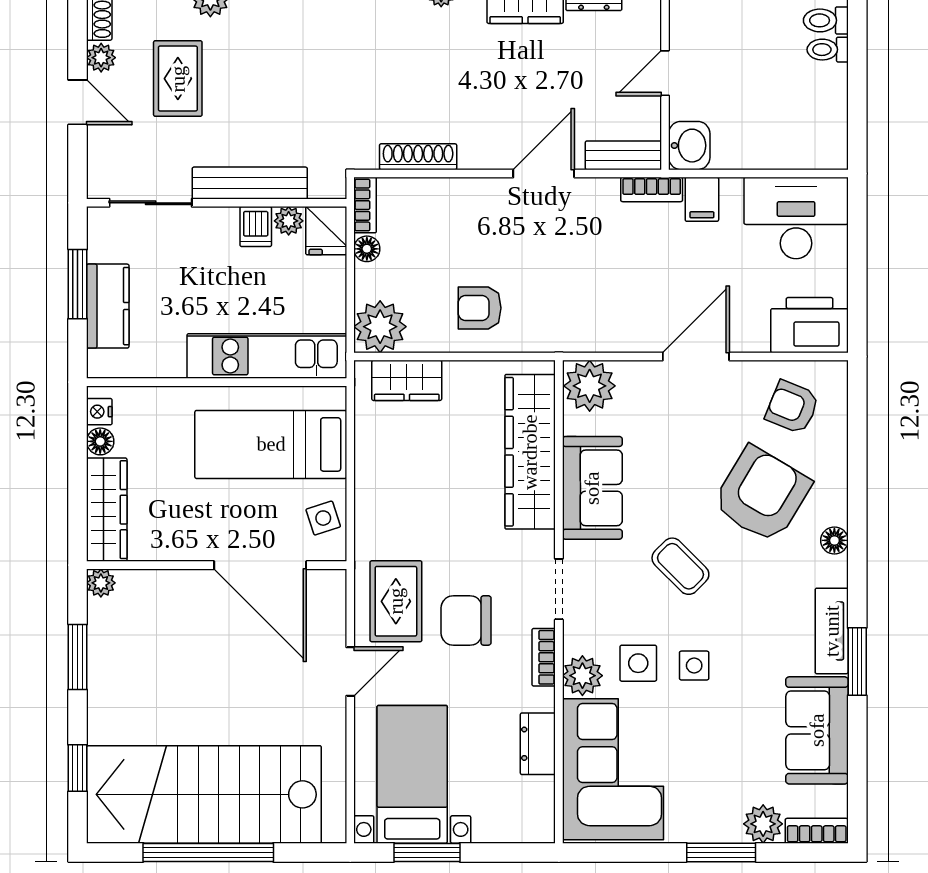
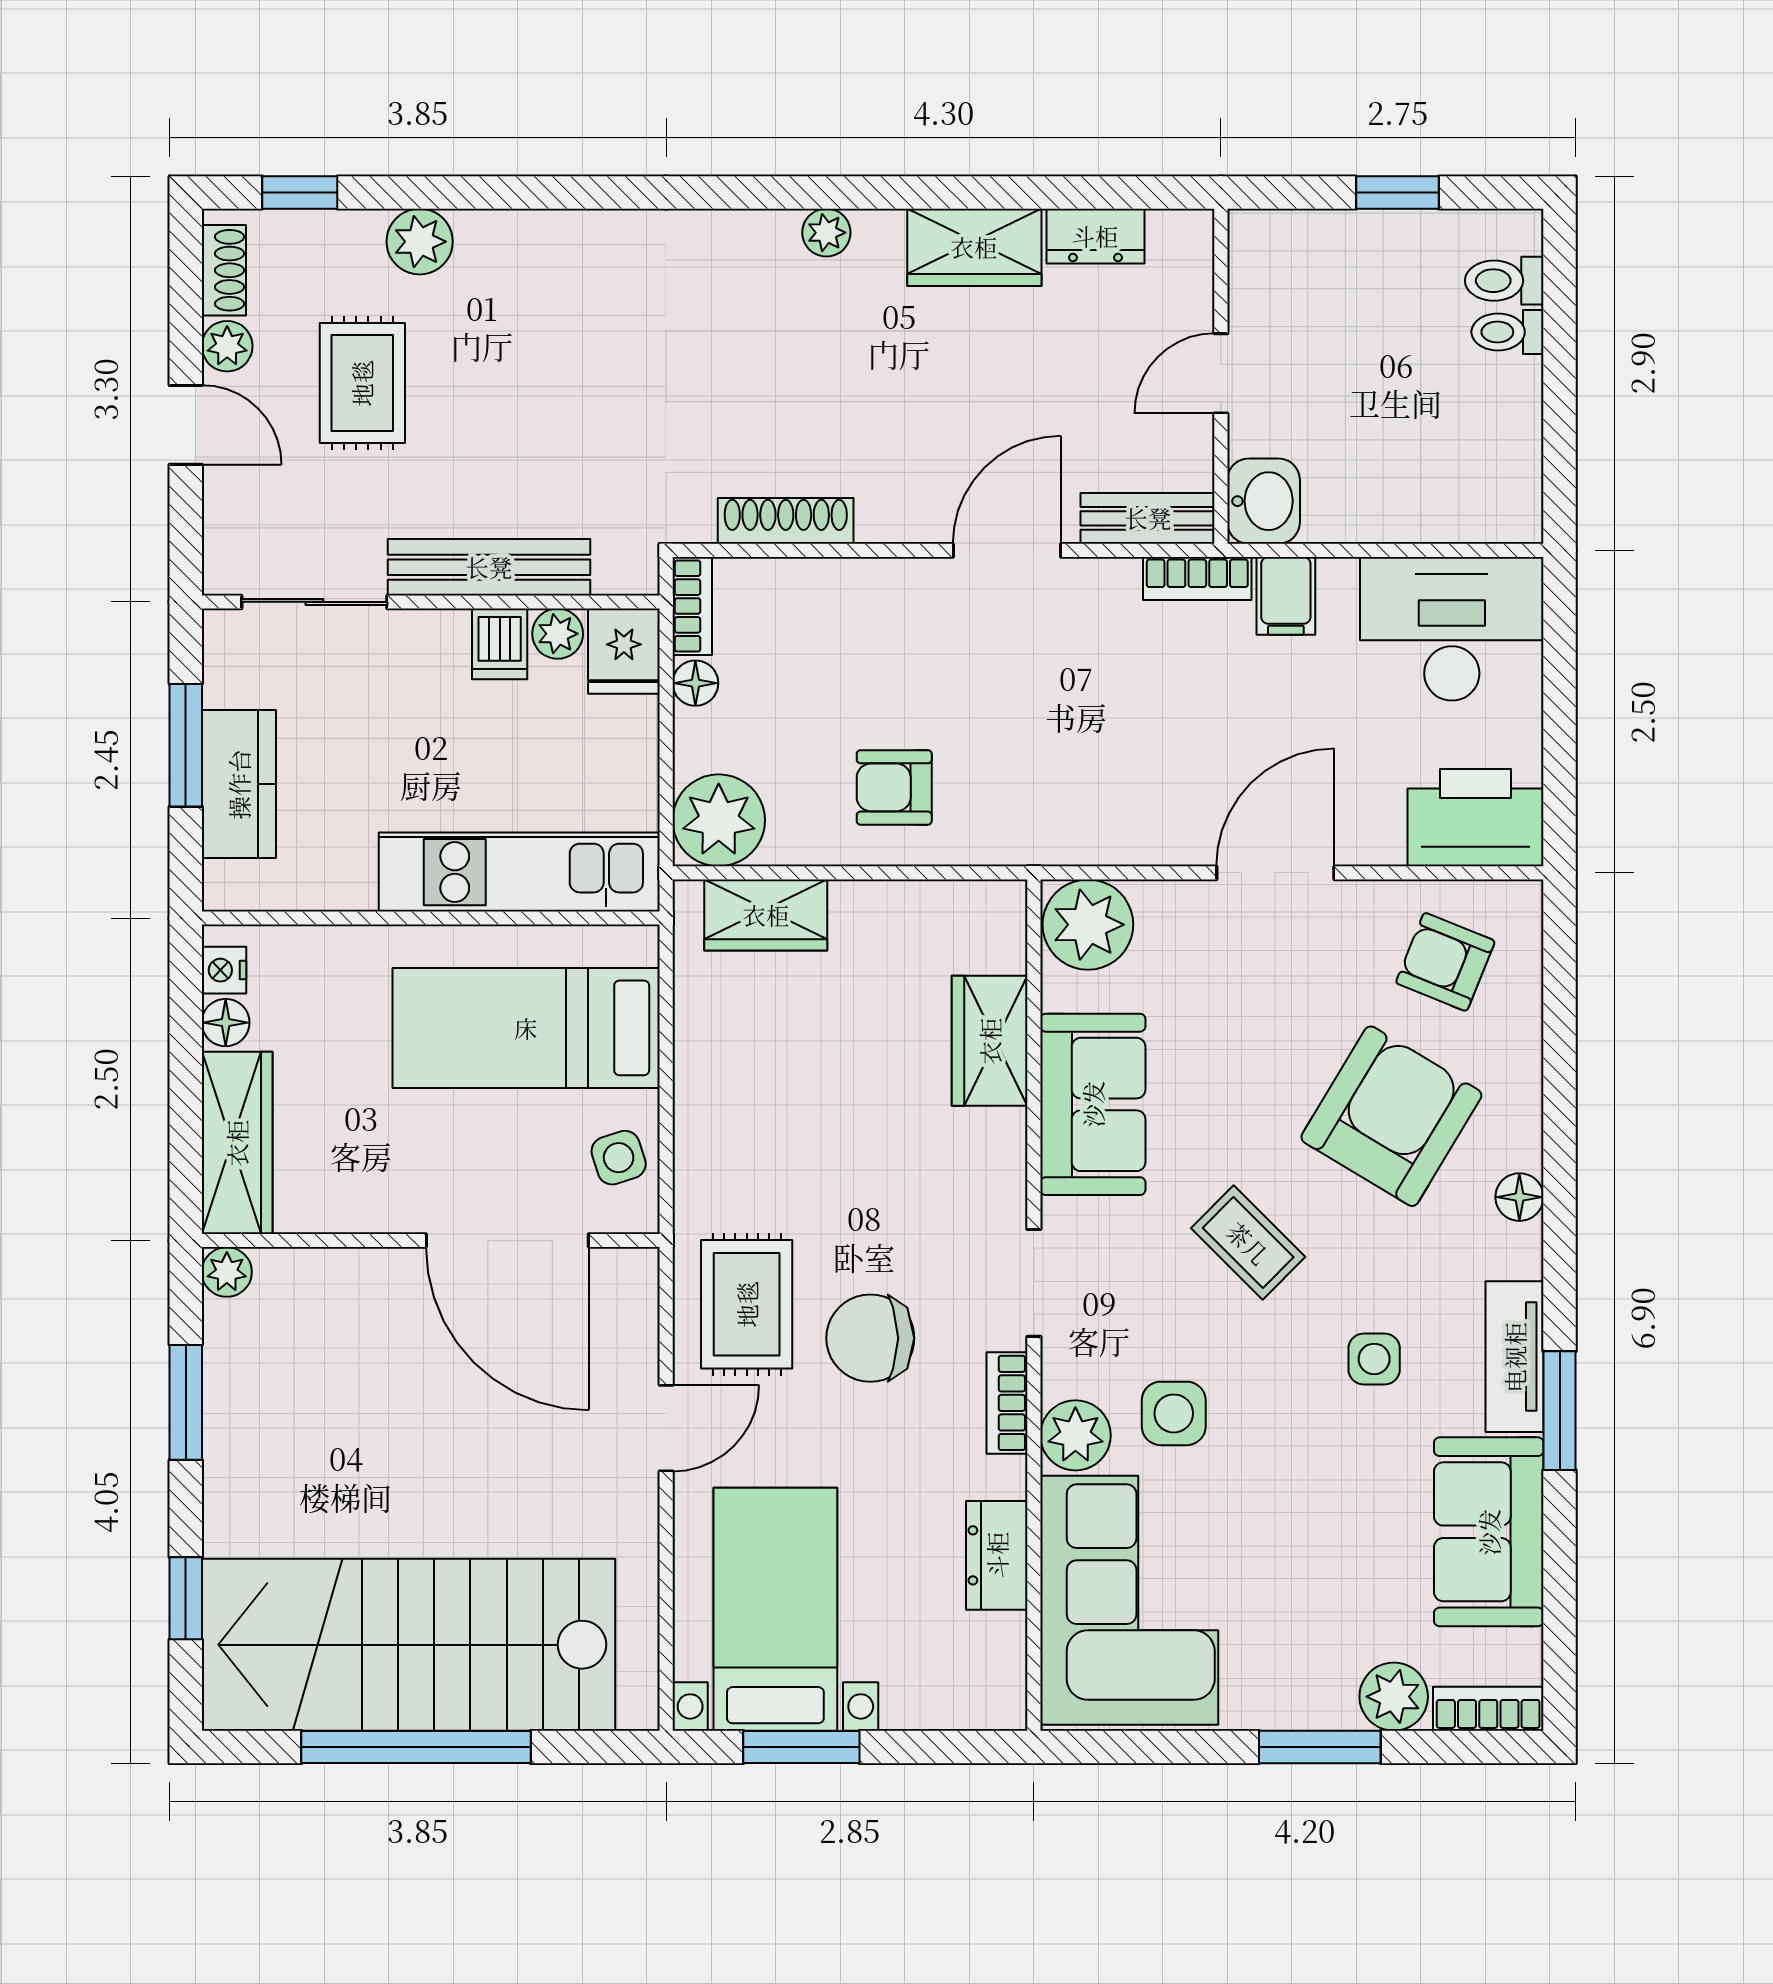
wardrobe: (530, 452) -> (990, 1041), width x0.48, depth x0.85
side table: (694, 666) -> (1374, 1359), moved

